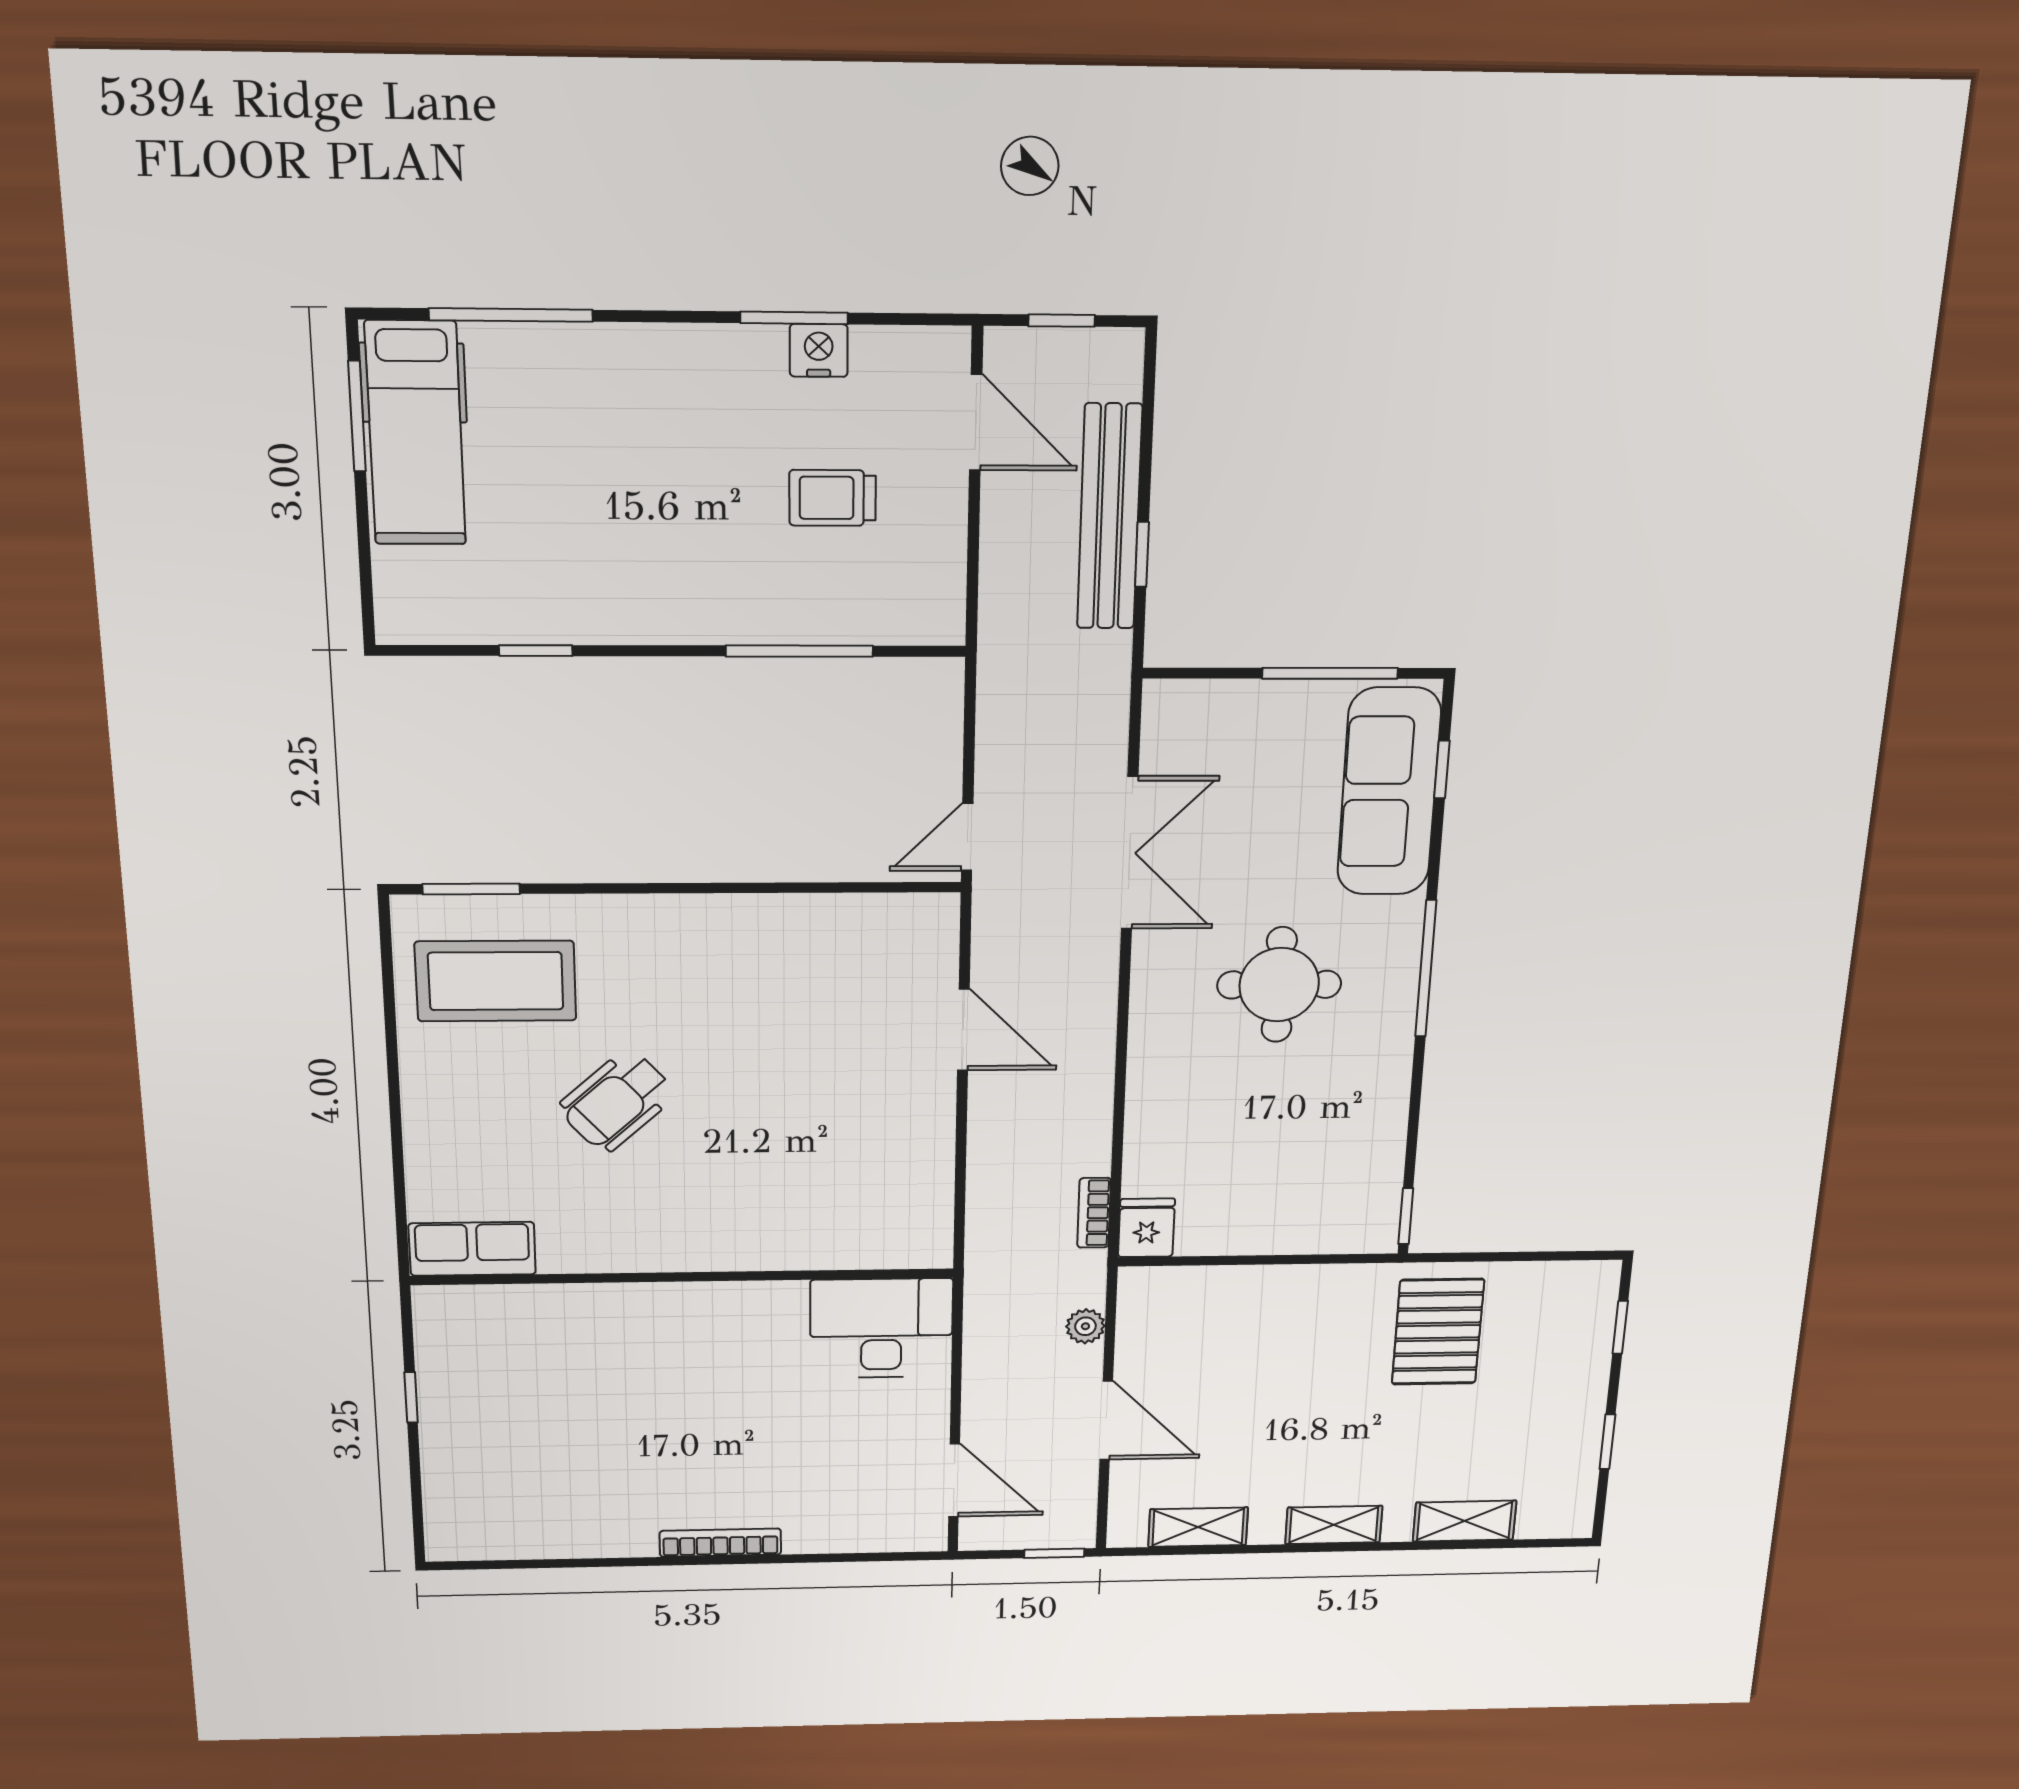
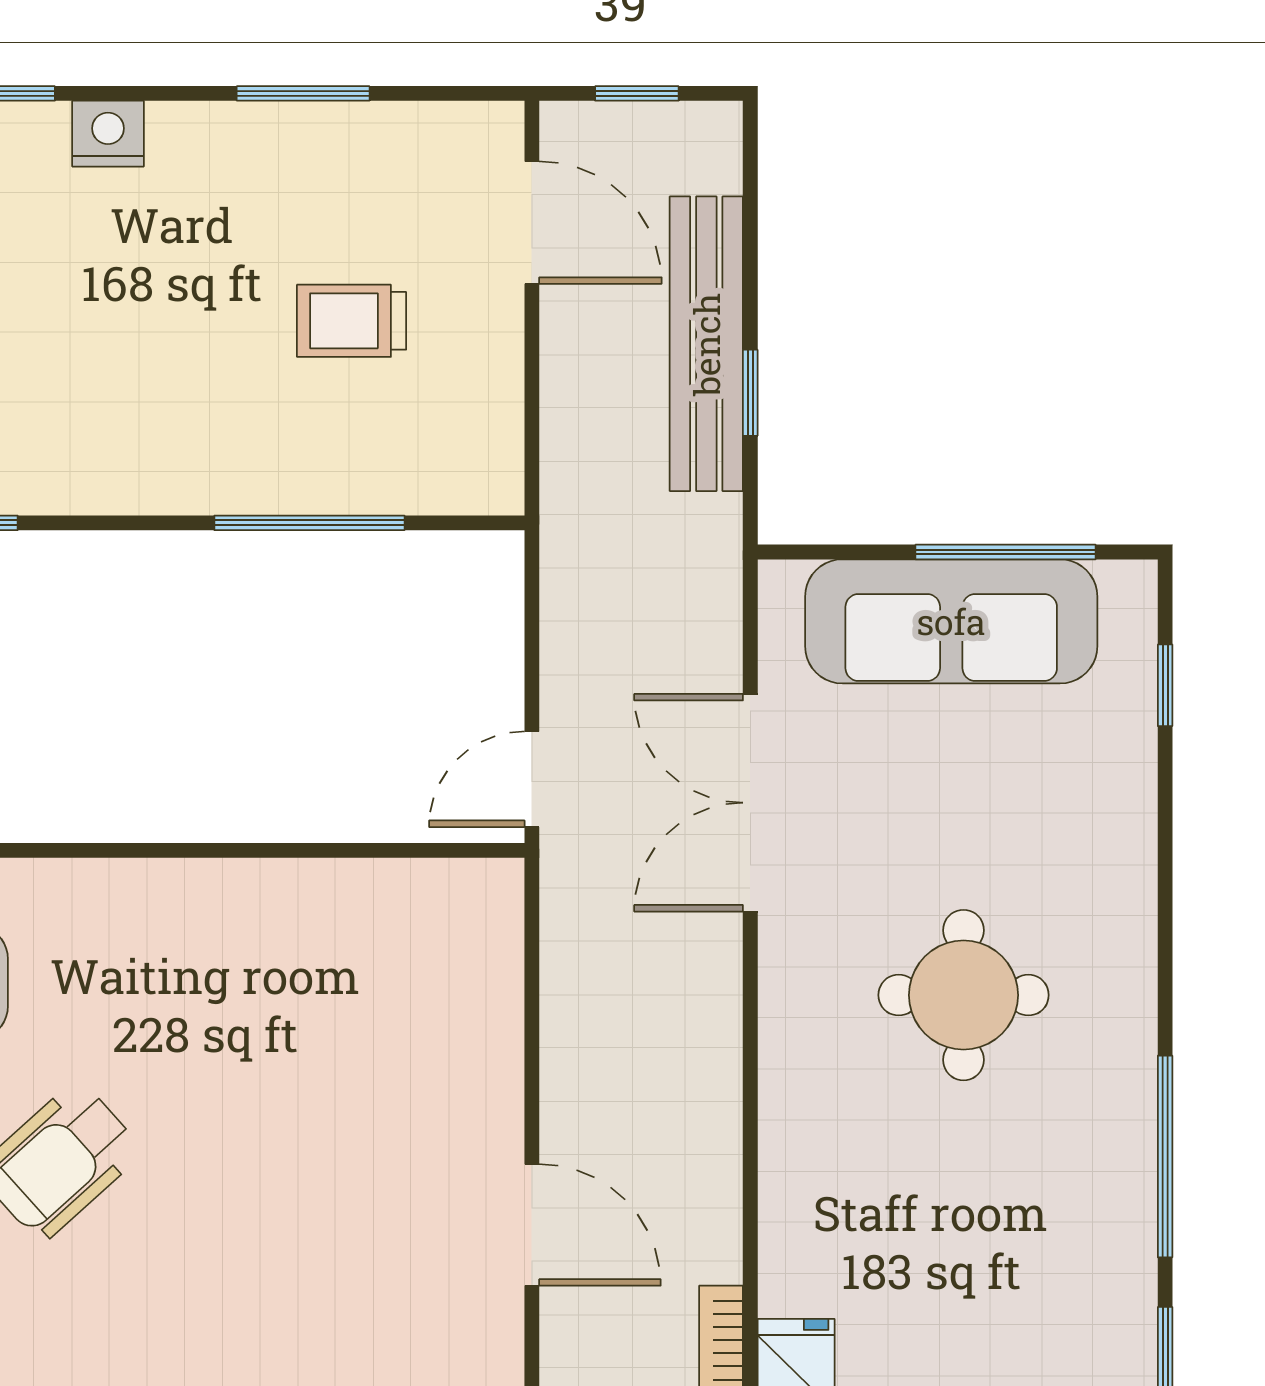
nightstand: (819, 350) -> (108, 134), moved
sofa: (1389, 792) -> (951, 621), moved, turned -90
double door: (1130, 853) -> (750, 803), swing flipped
window: (1426, 969) -> (1165, 1157), moved
door: (963, 1030) -> (532, 1225), moved

